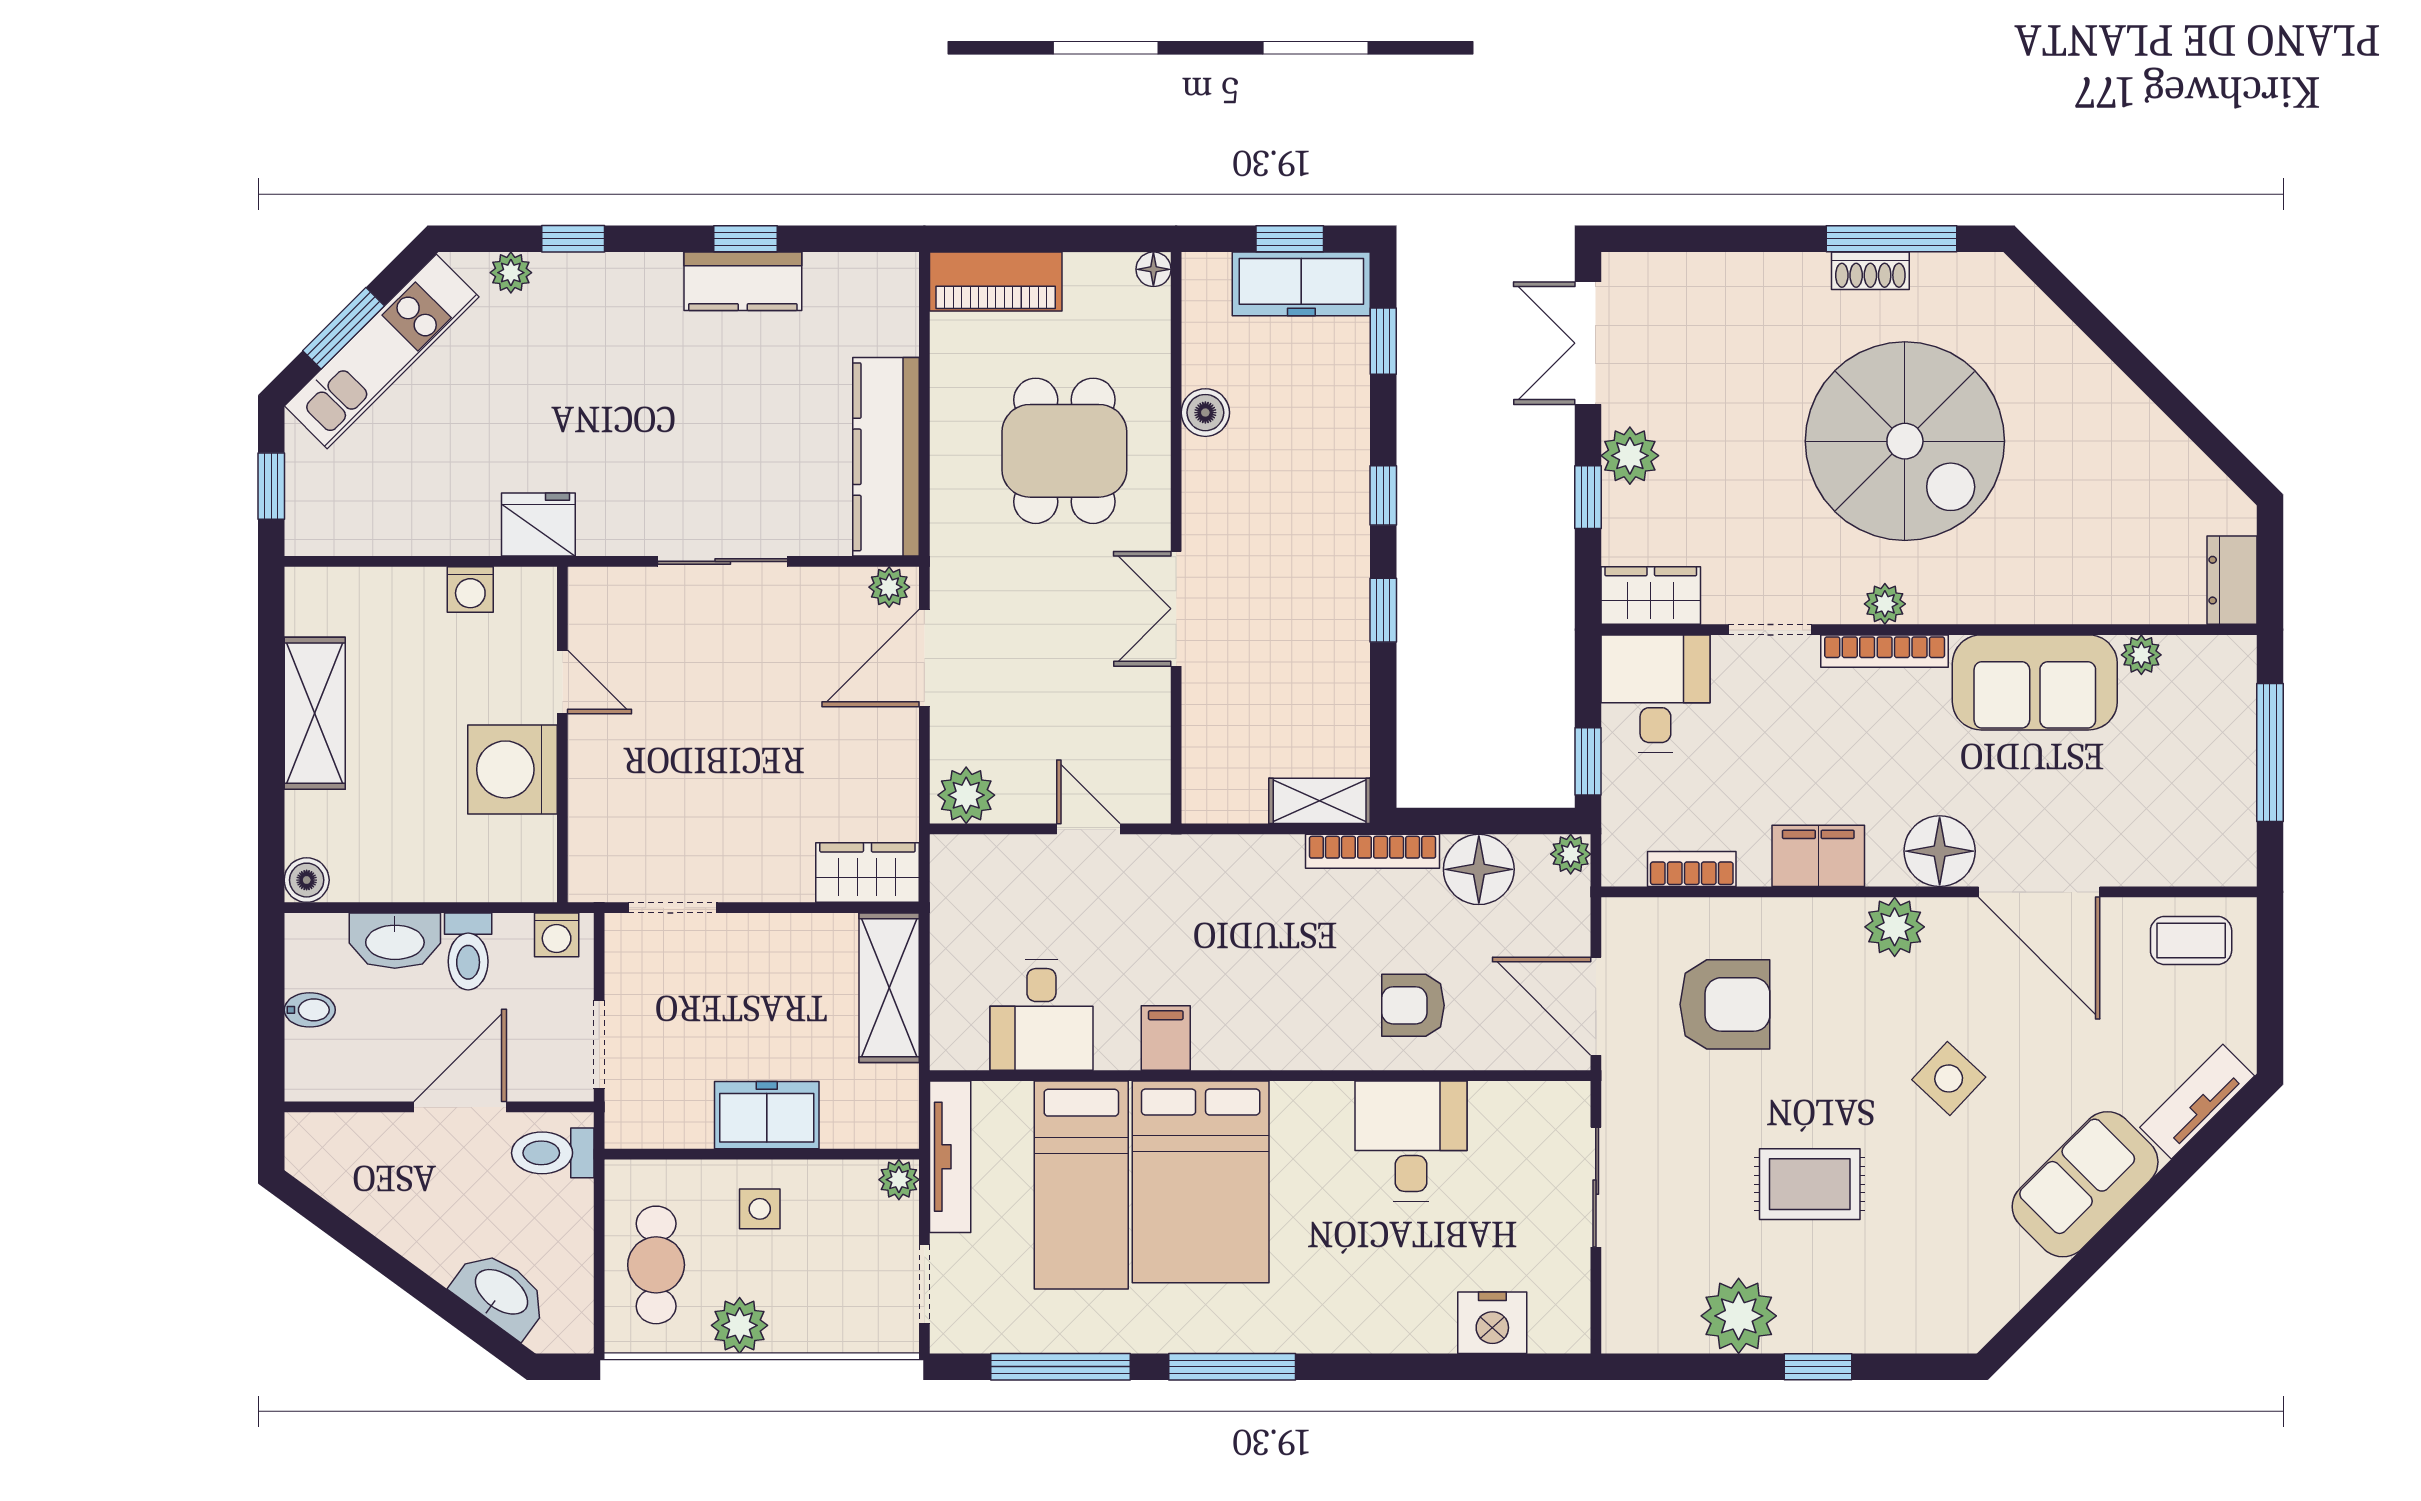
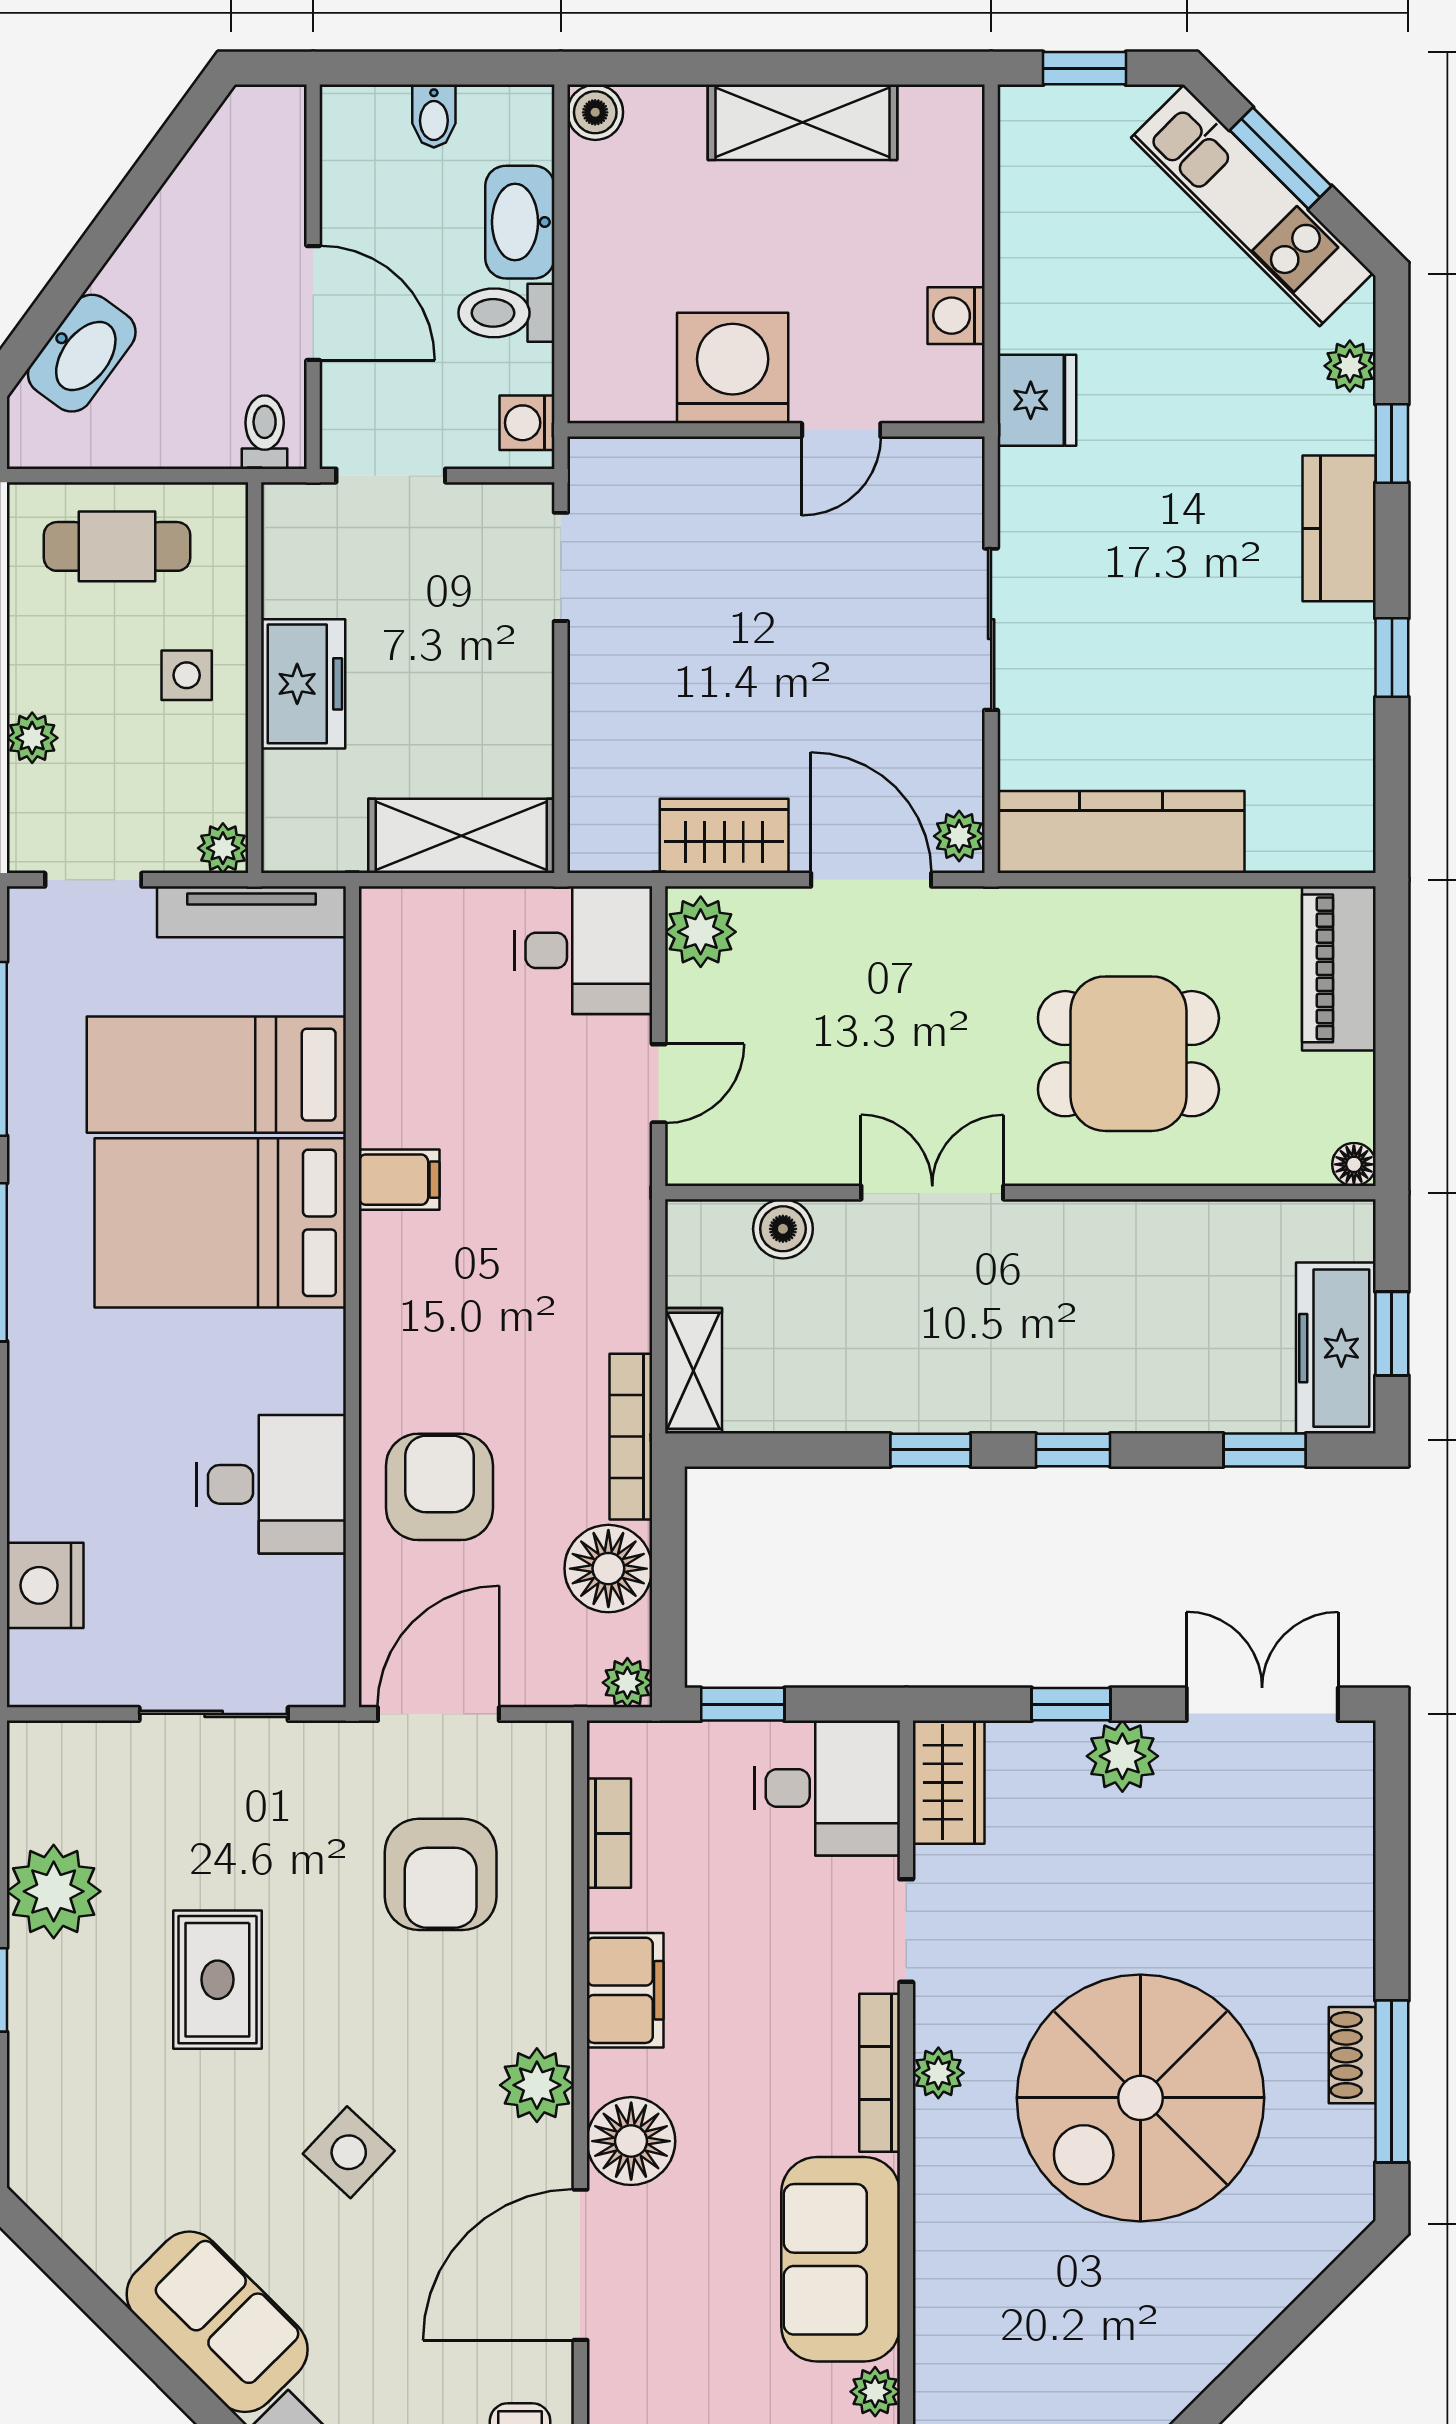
kitchen counter: (743, 281) -> (1339, 528), moved
boiler: (1205, 413) -> (783, 1229), moved
wardrobe: (867, 872) -> (724, 836), moved, turned -90
armchair: (1413, 1005) -> (439, 1487), width x1.38, depth x1.38
desk: (1041, 1015) -> (583, 950), moved, turned 180
toilet: (553, 1153) -> (265, 432), width x0.73, depth x0.72
plant: (740, 1325) -> (32, 738), moved, width x0.73, depth x0.73

